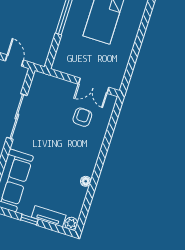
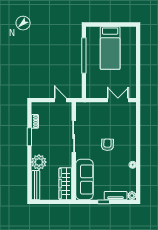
double door: (94, 86) -> (118, 100), swing flipped
armchair: (82, 117) -> (107, 145), moved

